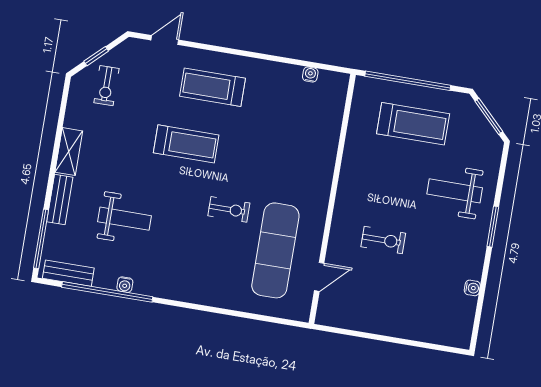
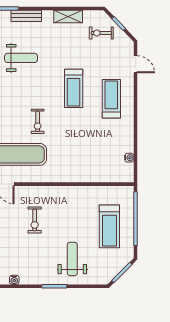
shelving: (69, 152) -> (68, 17), moved
weight bench: (125, 219) -> (21, 58), turned -90

